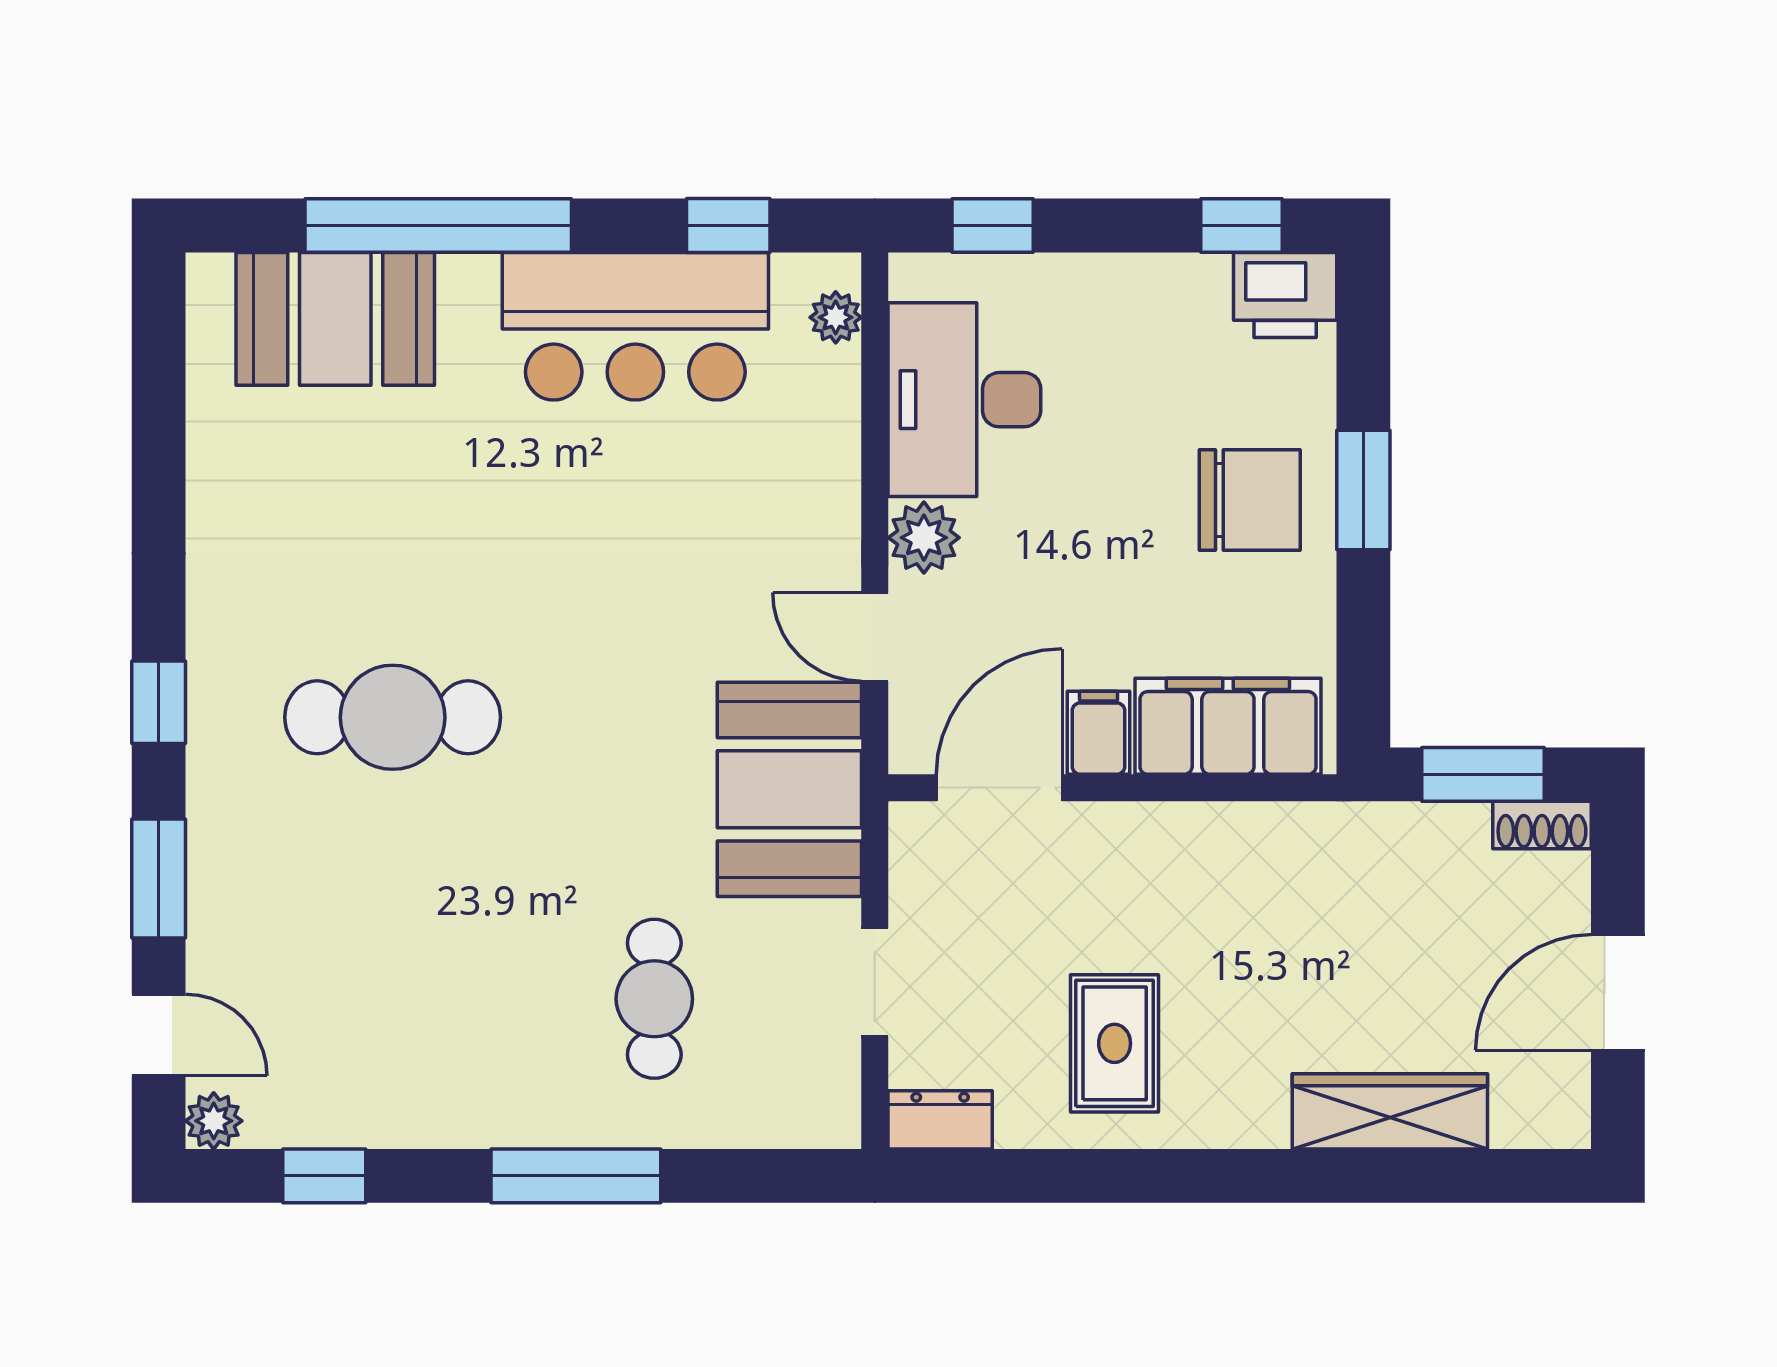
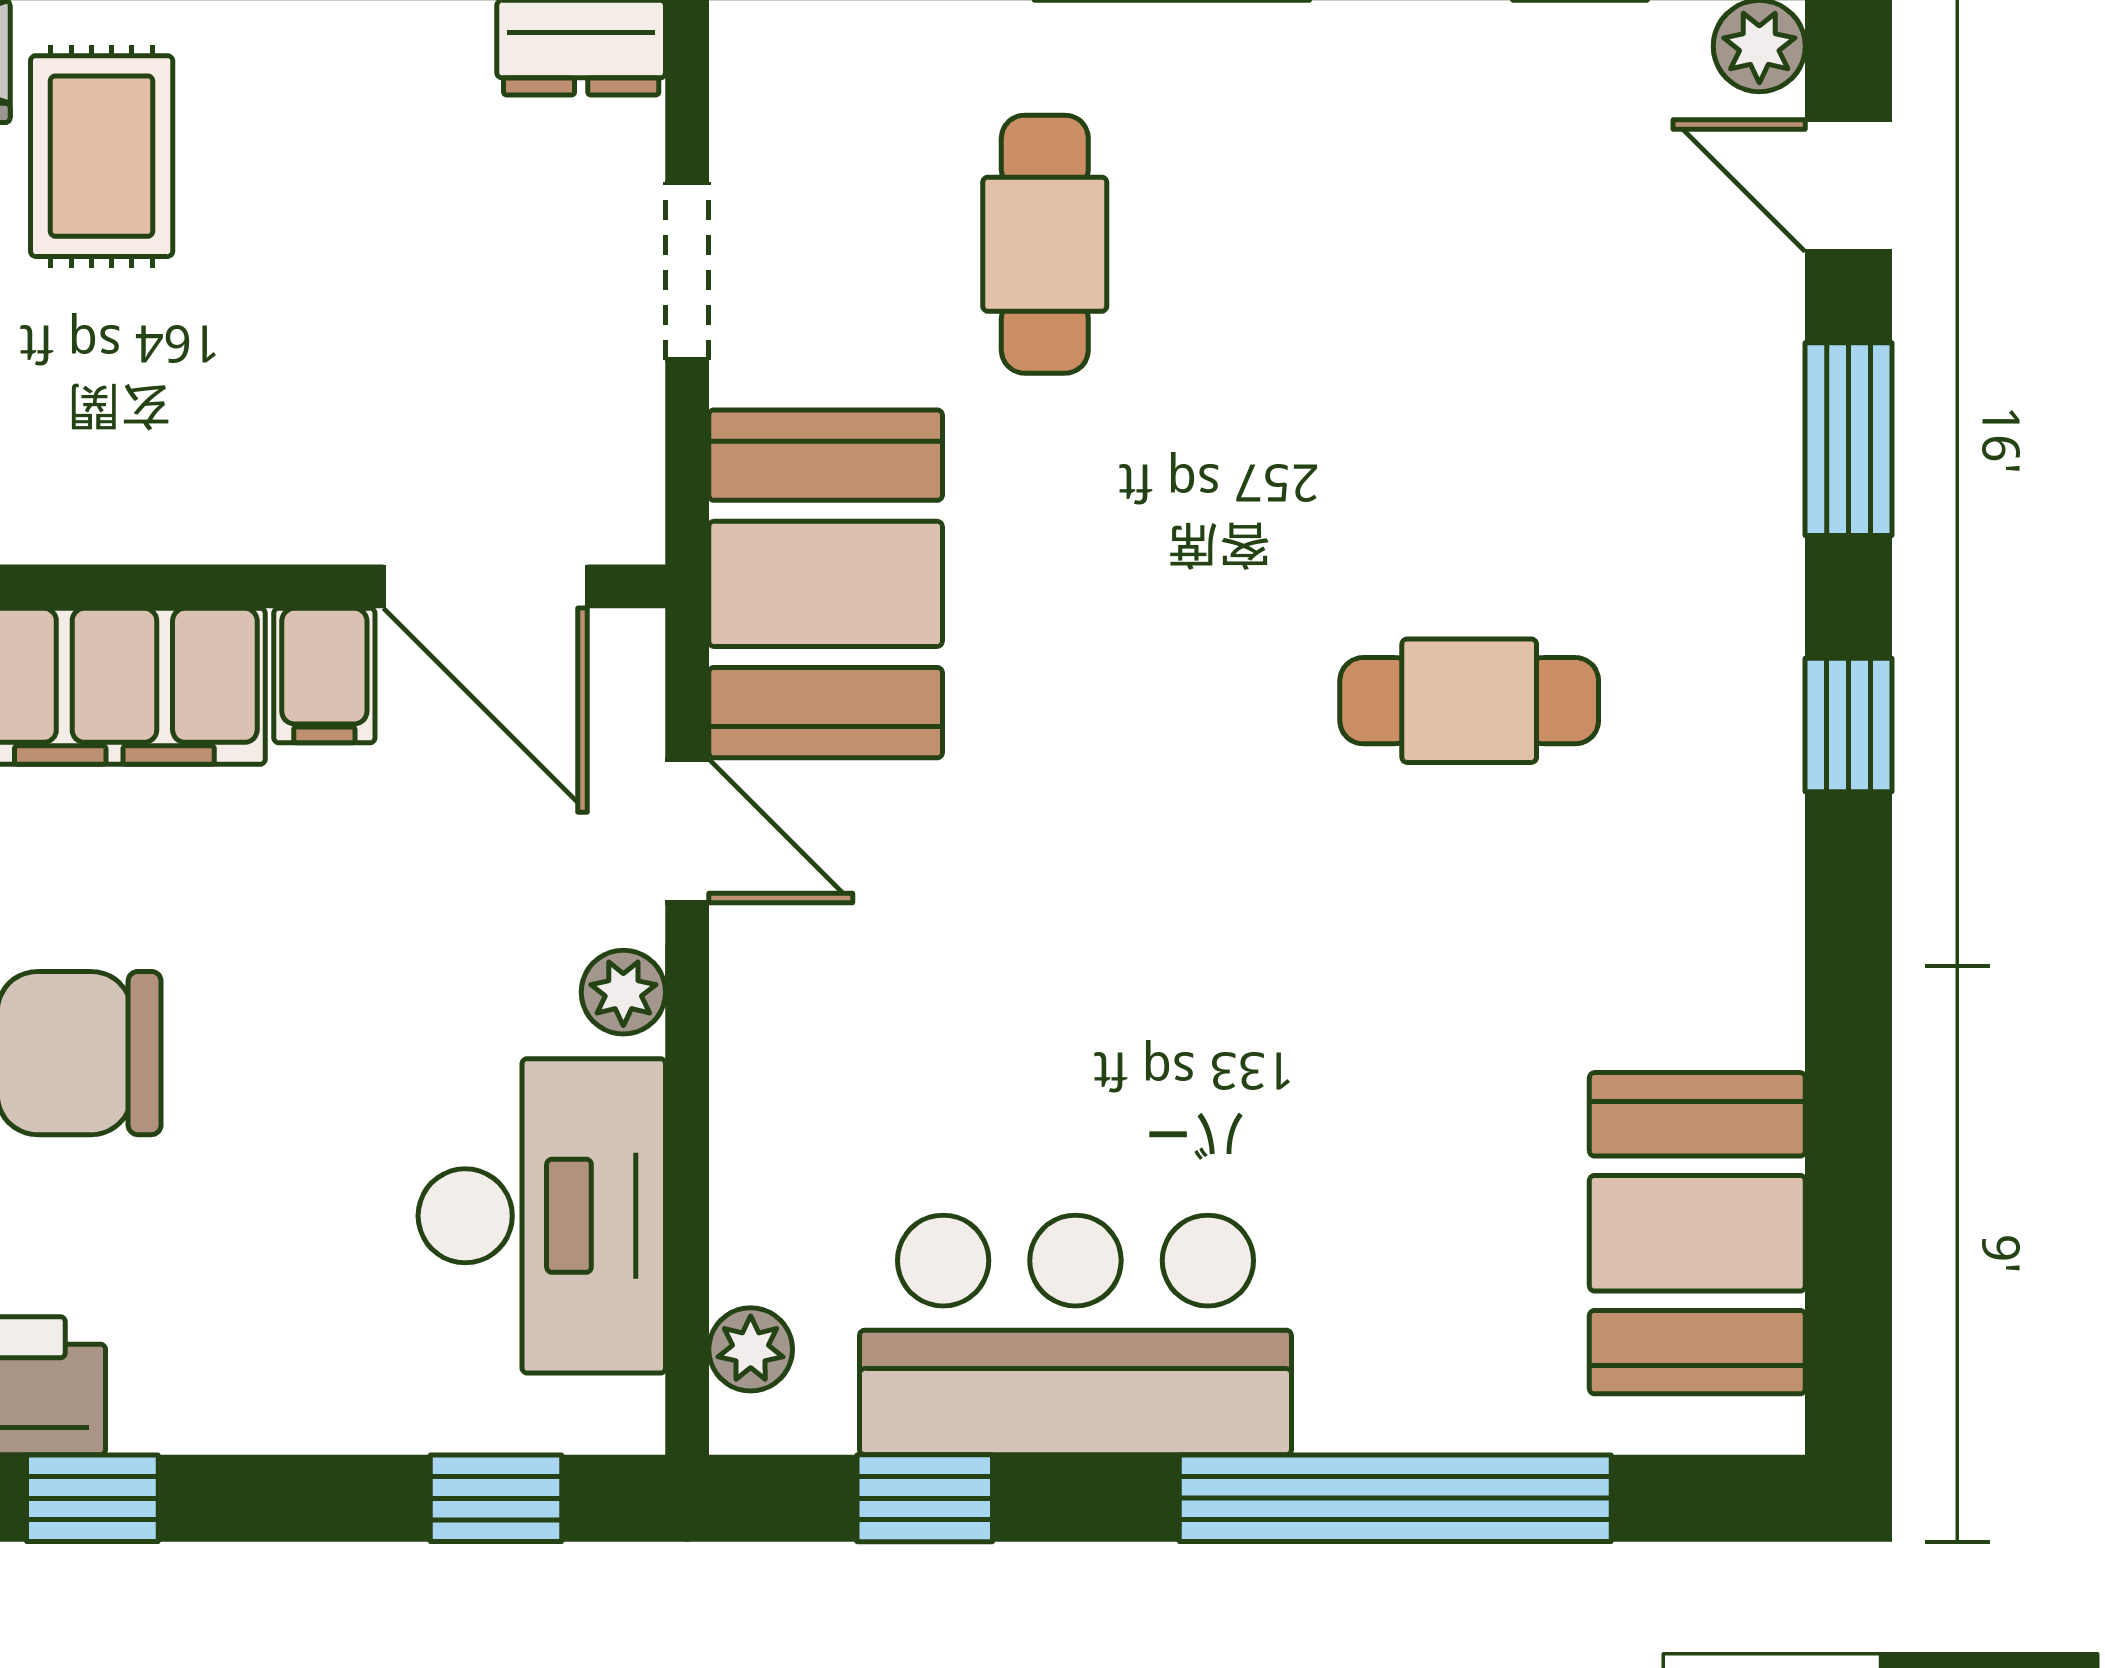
booth: (335, 319) -> (1697, 1233), moved, turned 90
plant: (924, 538) -> (623, 992), width x0.73, depth x0.73
cafe table: (393, 717) -> (1469, 701), width x0.73, depth x0.74
door: (999, 788) -> (485, 586), hinge flipped
rug: (1115, 1043) -> (102, 156), moved

